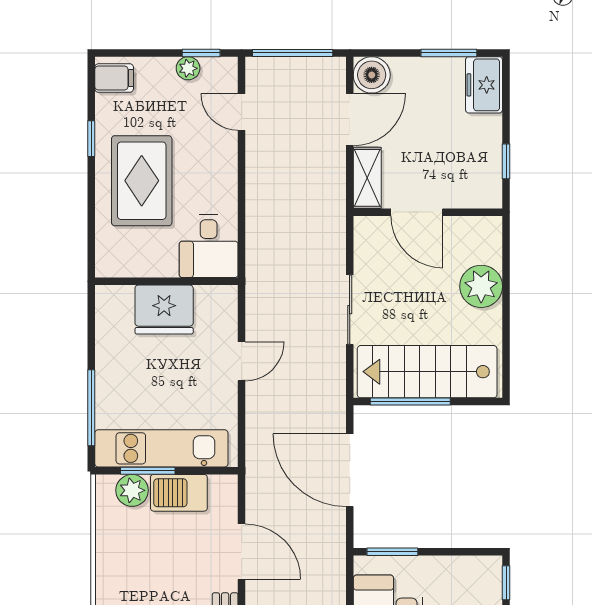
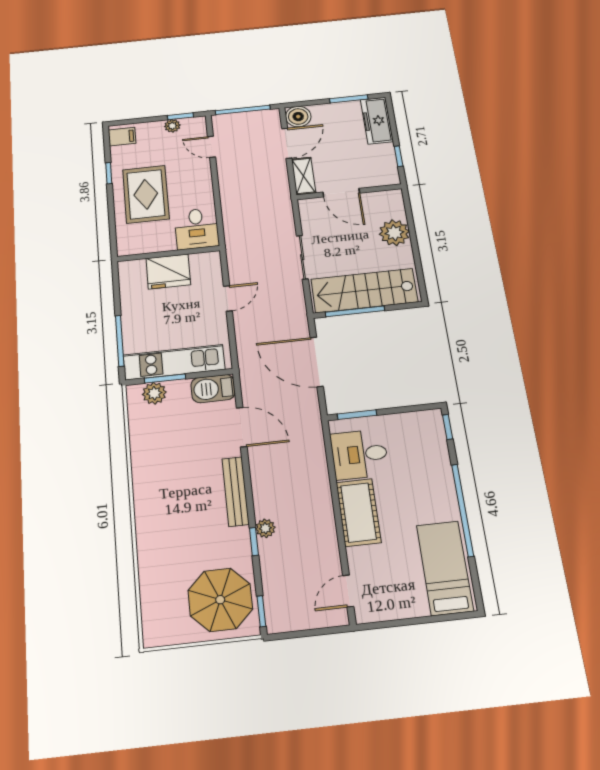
freezer: (484, 85) -> (377, 121), width x1.40
barbecue: (179, 493) -> (213, 389), moved

